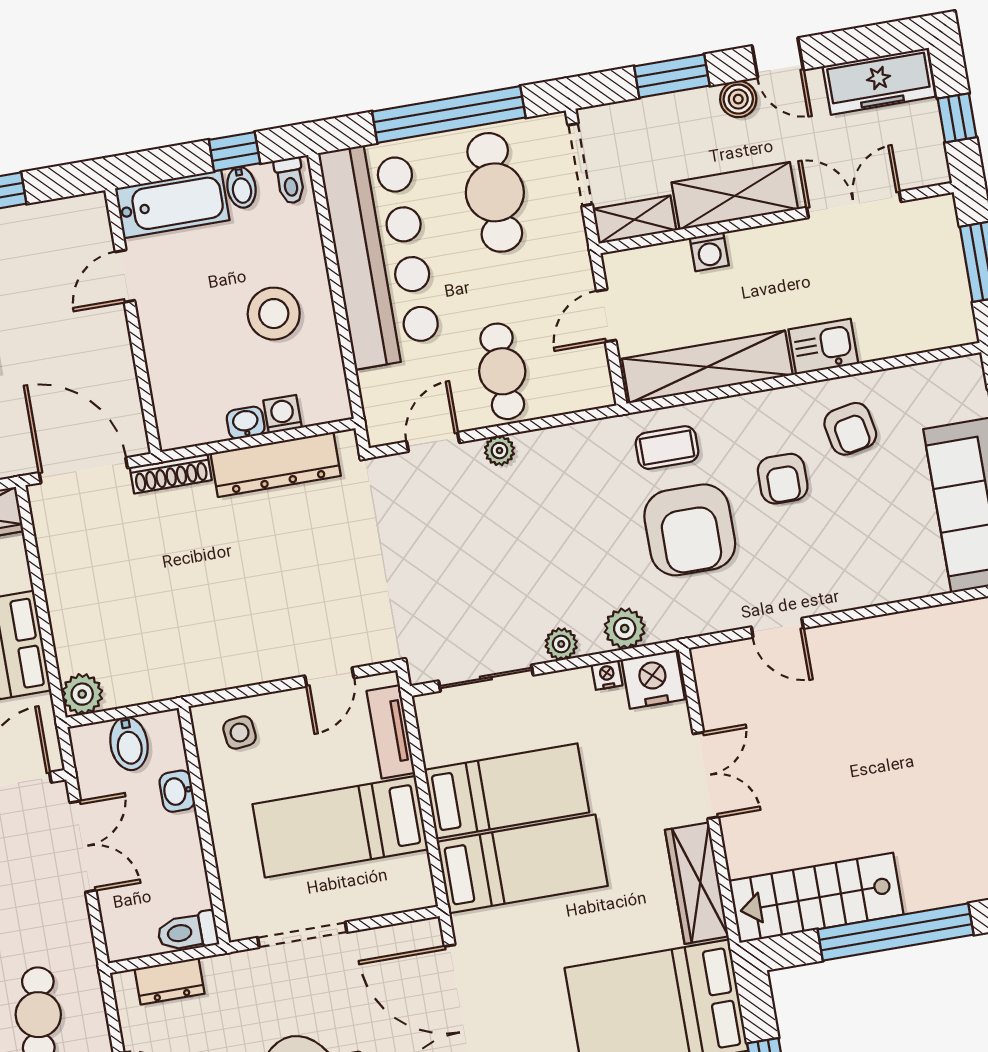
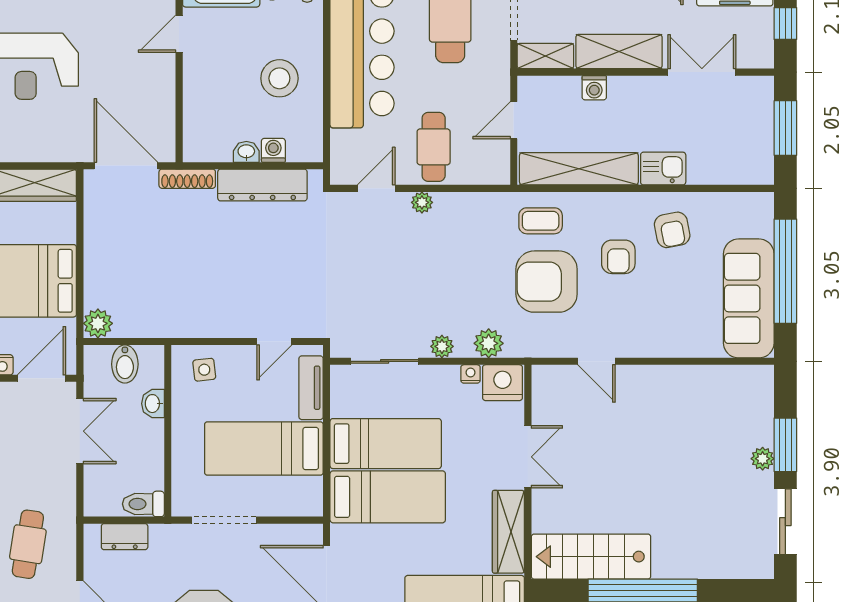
armchair: (690, 530) -> (547, 282), turned 90

